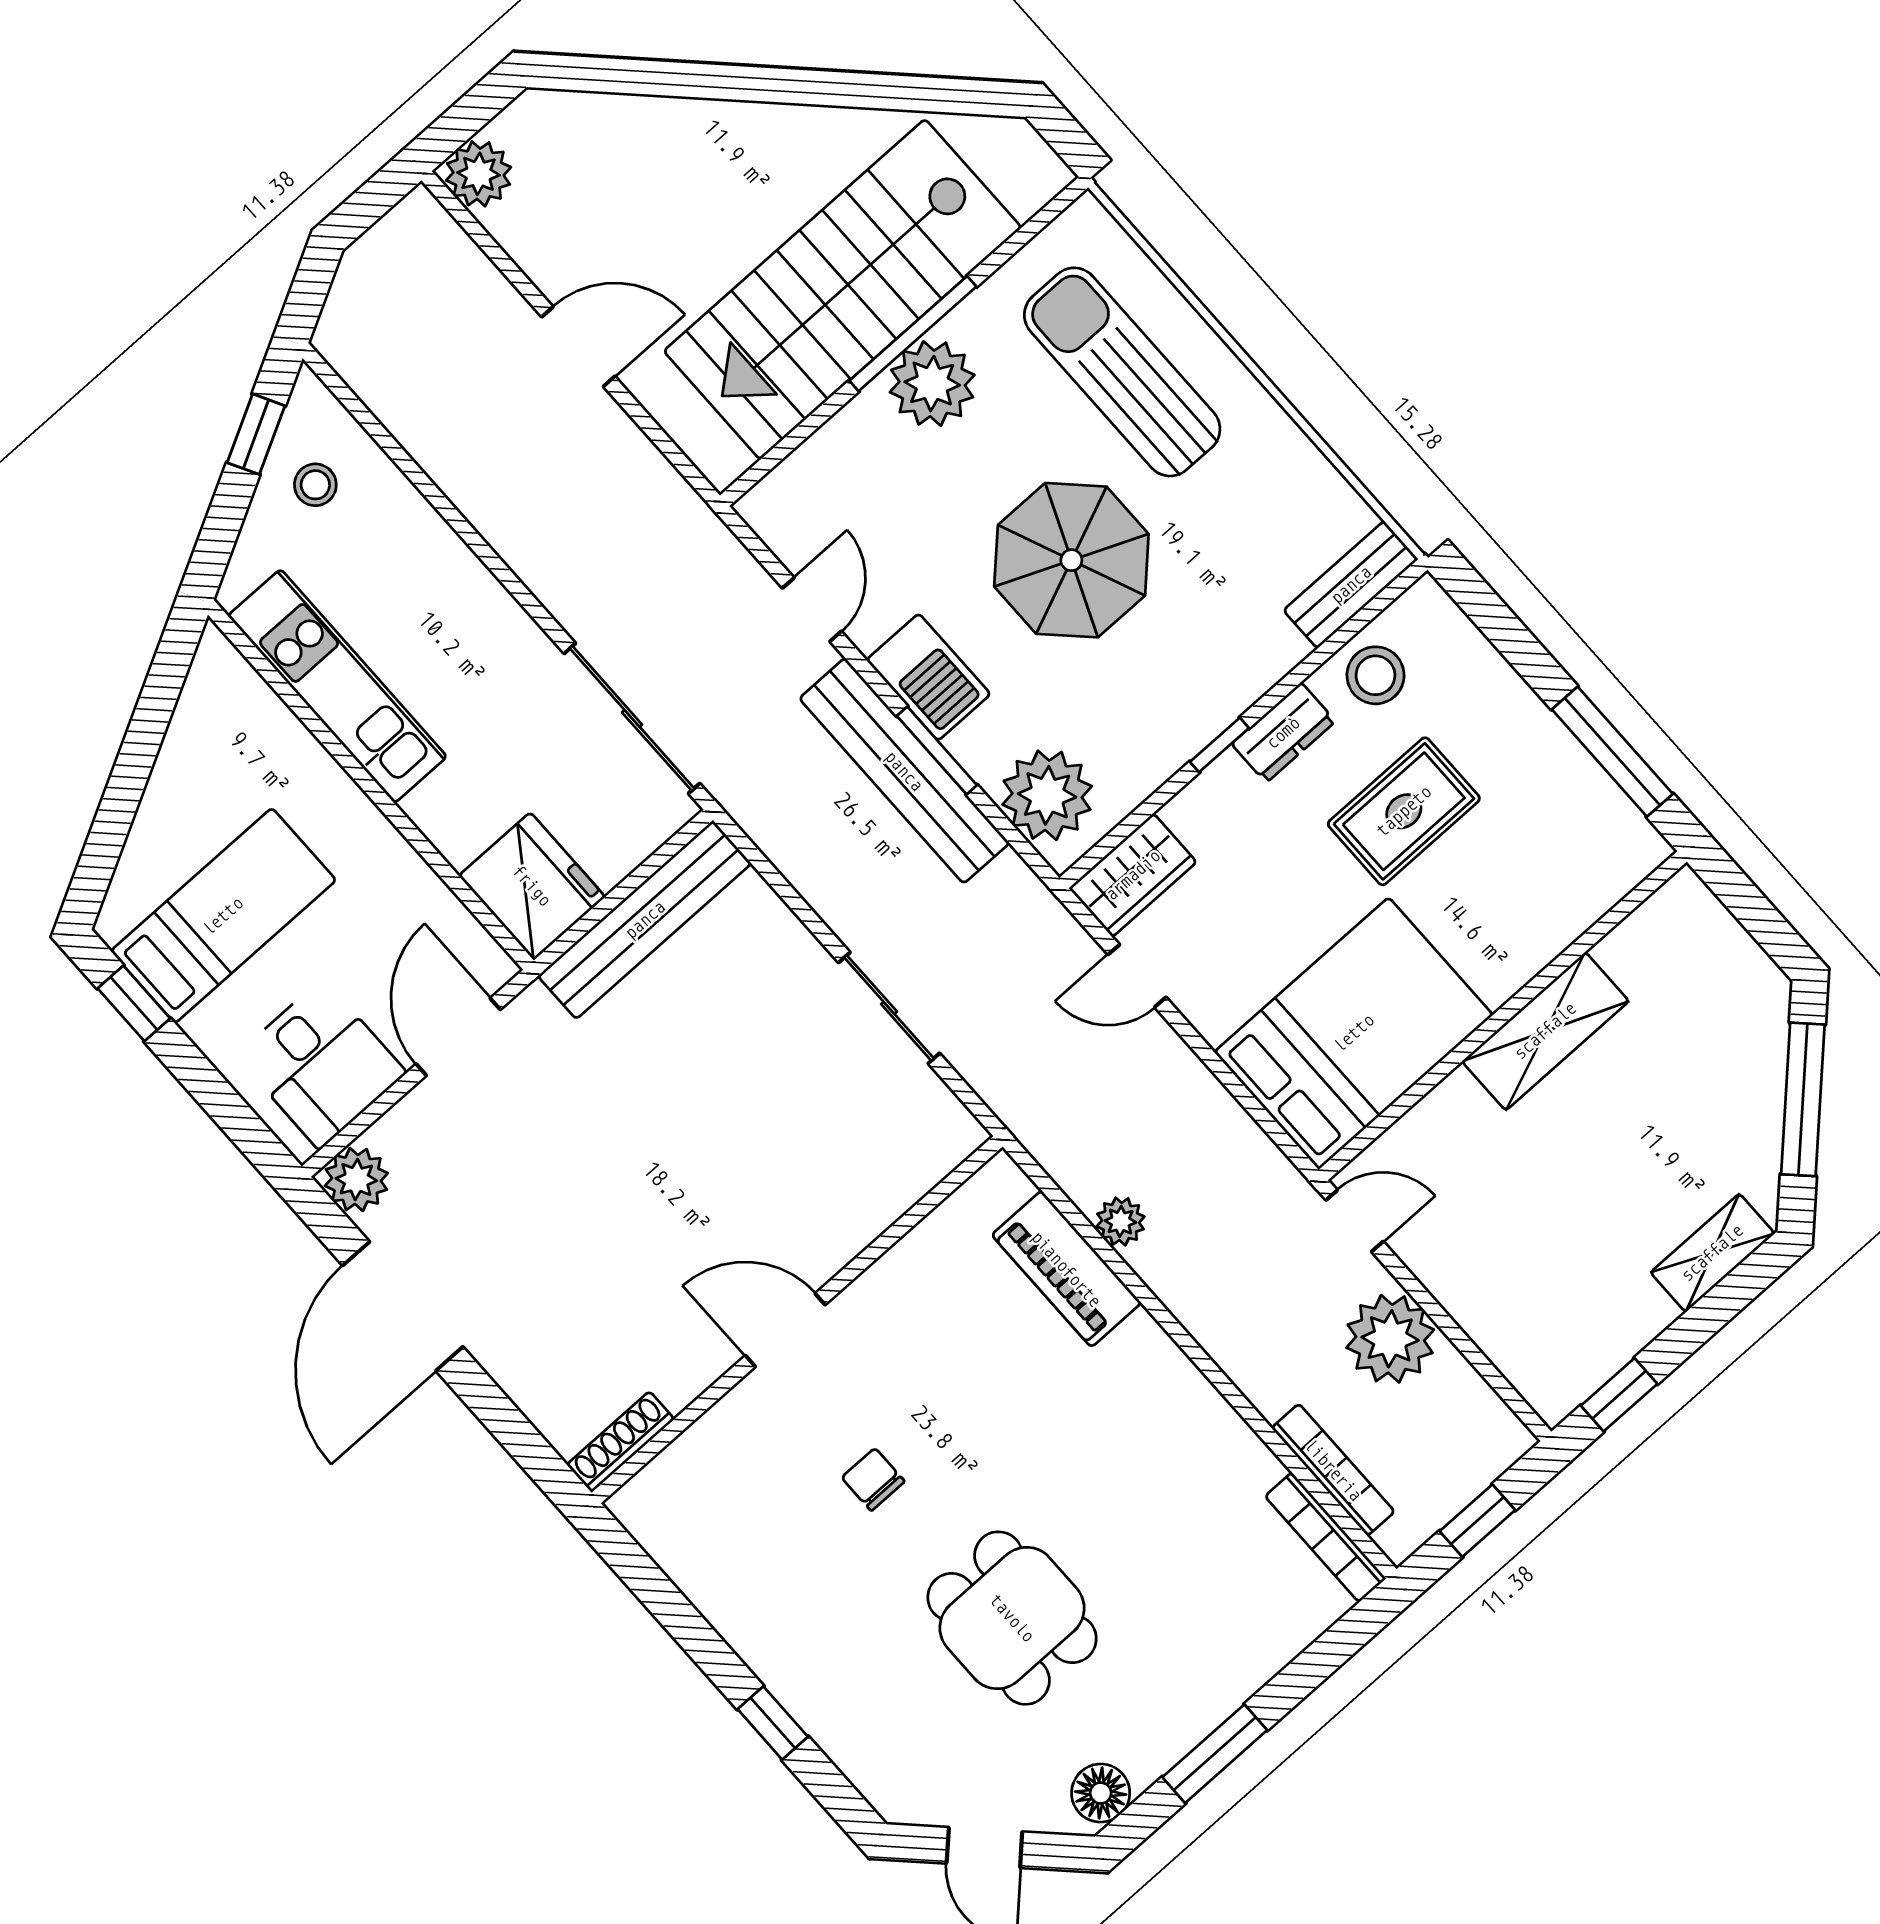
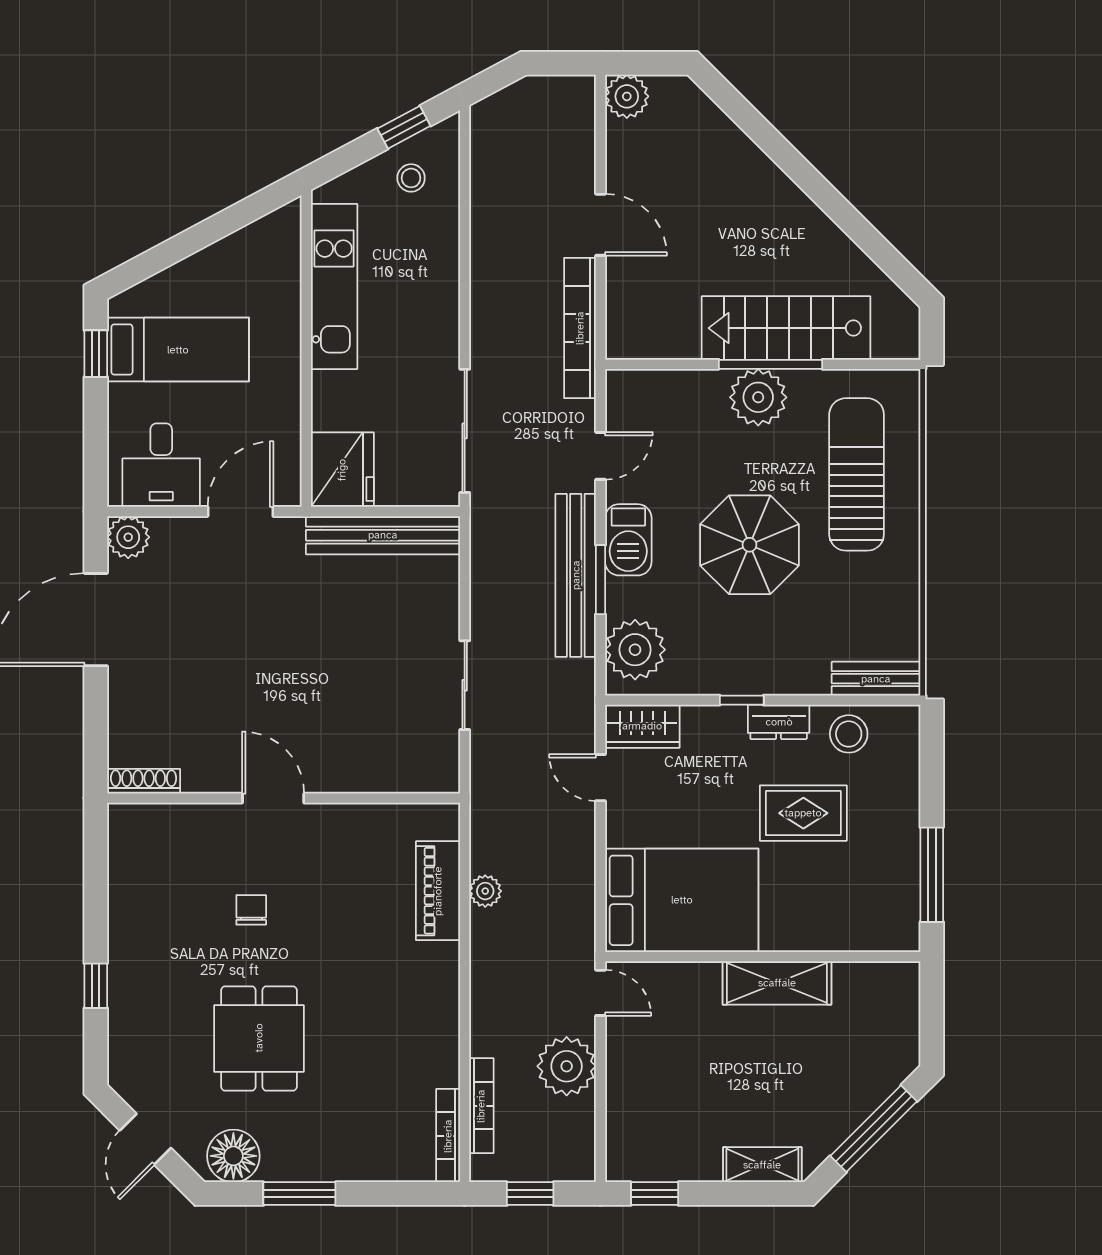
stairs: (843, 289) -> (786, 328), width x0.73, depth x0.66
bookcase: (659, 485) -> (580, 328), added
floor lamp: (1101, 1793) -> (233, 1156), width x1.38, depth x1.38

